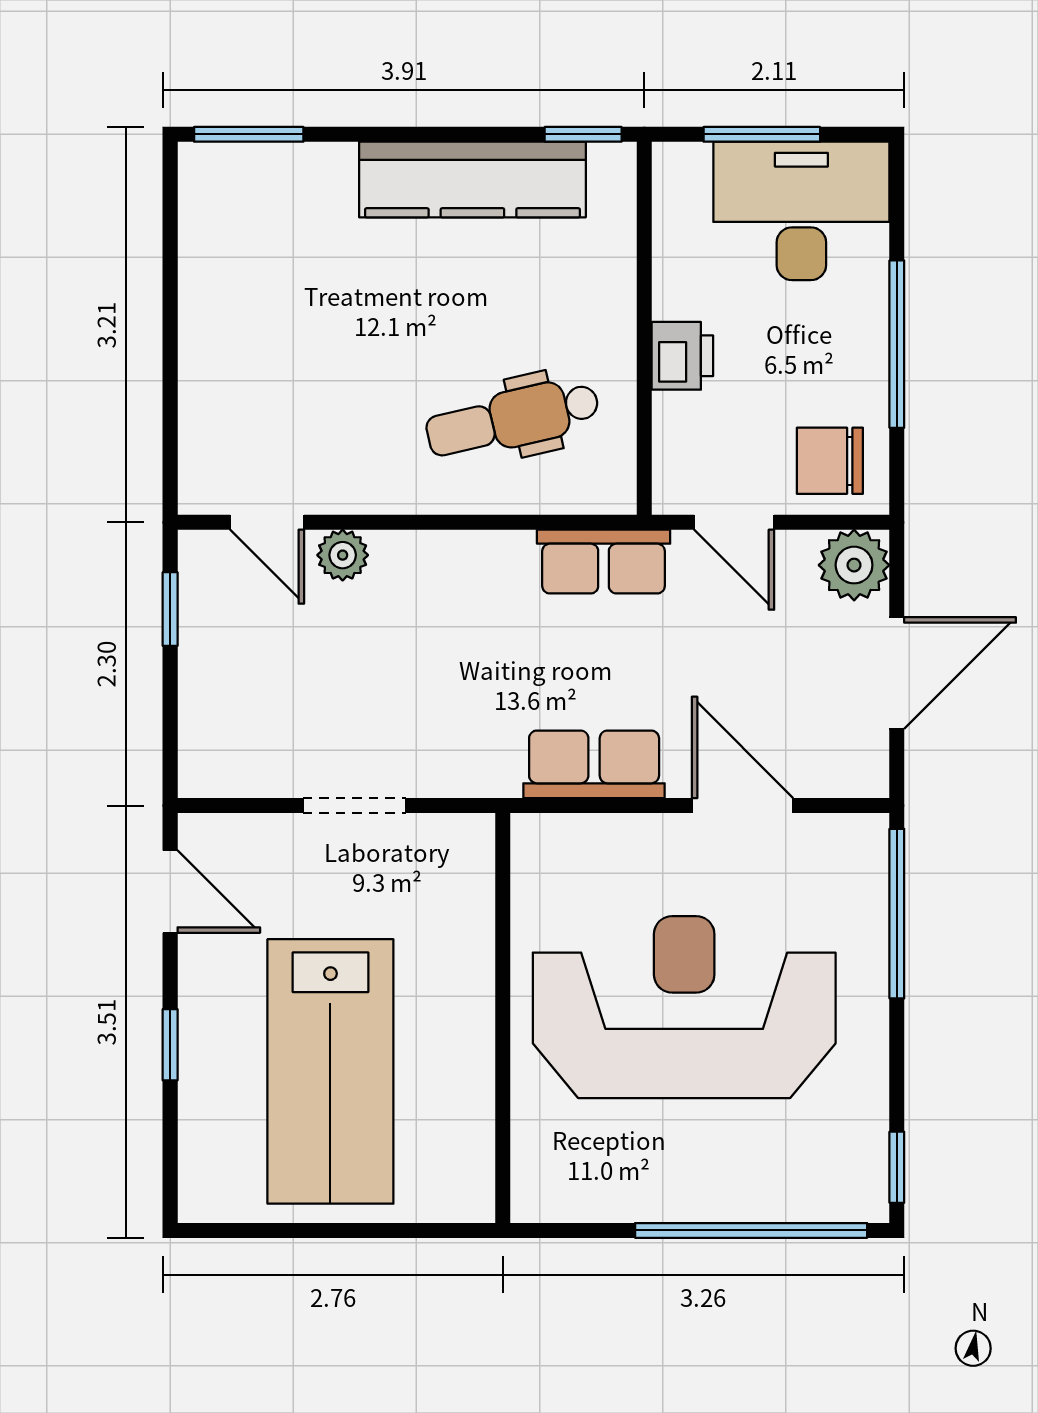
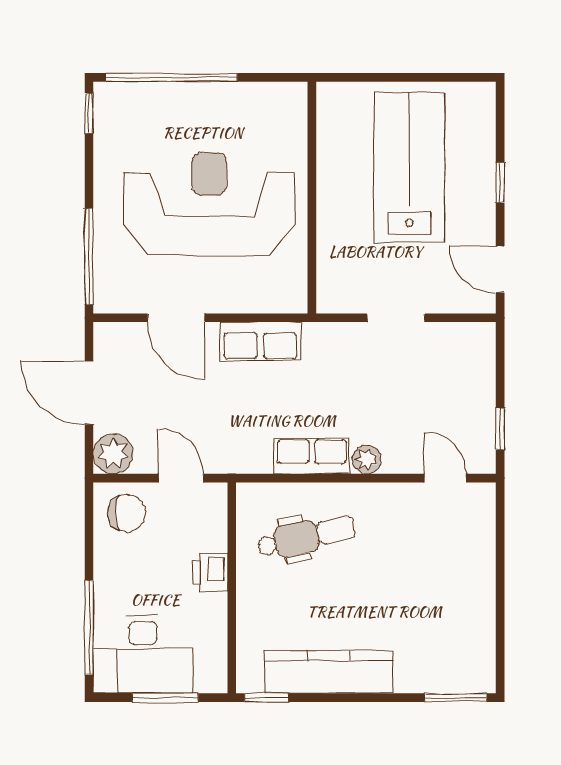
window: (897, 344) -> (89, 627), moved
plant: (343, 555) -> (367, 460), moved
row of seats: (604, 562) -> (312, 456), moved
door: (897, 673) -> (89, 393), hinge flipped
reception desk: (684, 1007) -> (209, 204), turned 180

